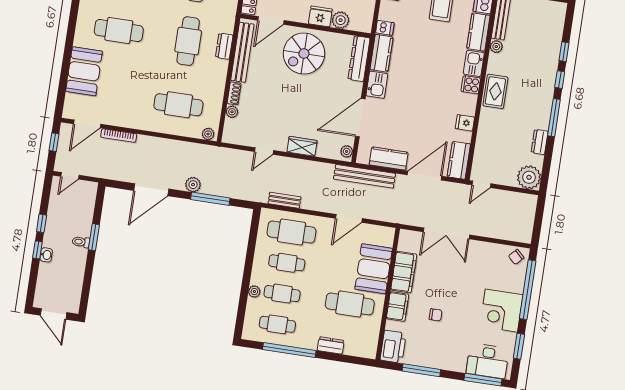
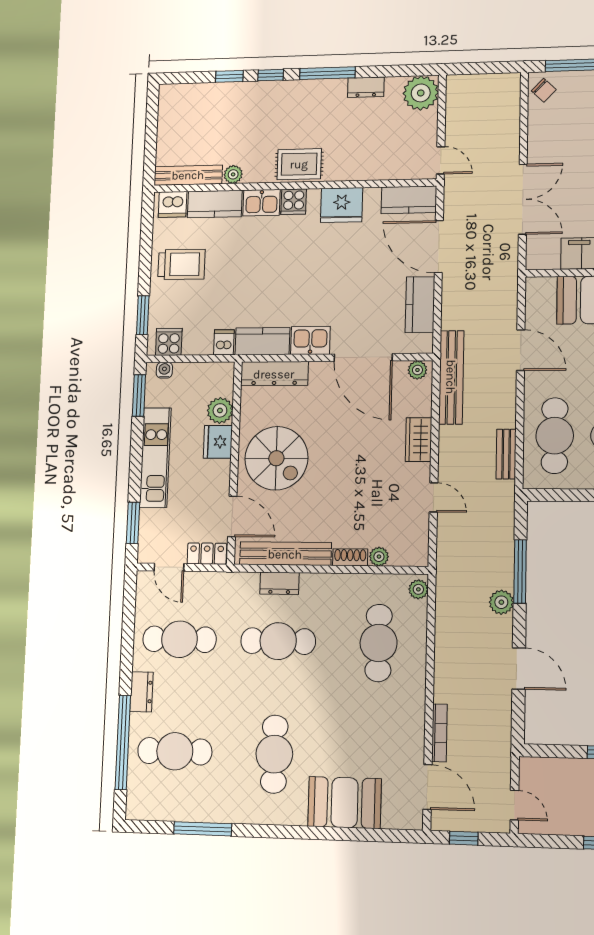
fridge: (465, 123) -> (342, 205), width x1.88, depth x1.34
bench: (365, 176) -> (451, 377), moved
door: (151, 190) -> (519, 668), width x0.73

